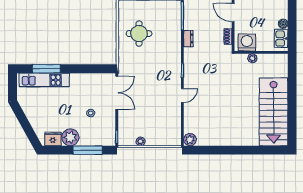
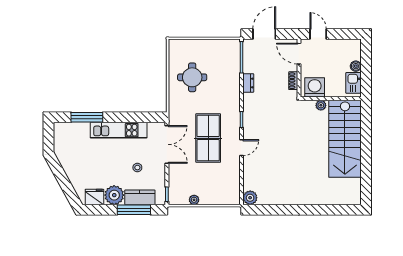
kitchen unit: (44, 80) -> (119, 130), moved
table tennis table: (153, 87) -> (208, 138), added
stairs: (274, 112) -> (345, 139), moved
kitchen counter: (93, 139) -> (140, 197), added

